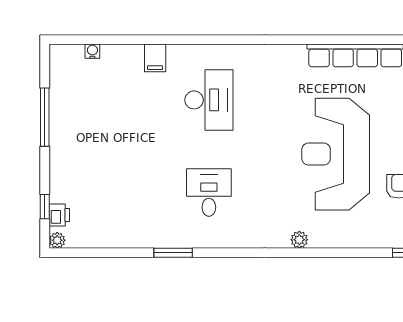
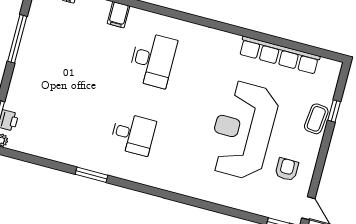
desk: (209, 192) -> (133, 134), turned 90
plant: (299, 240) -> (196, 191), removed

